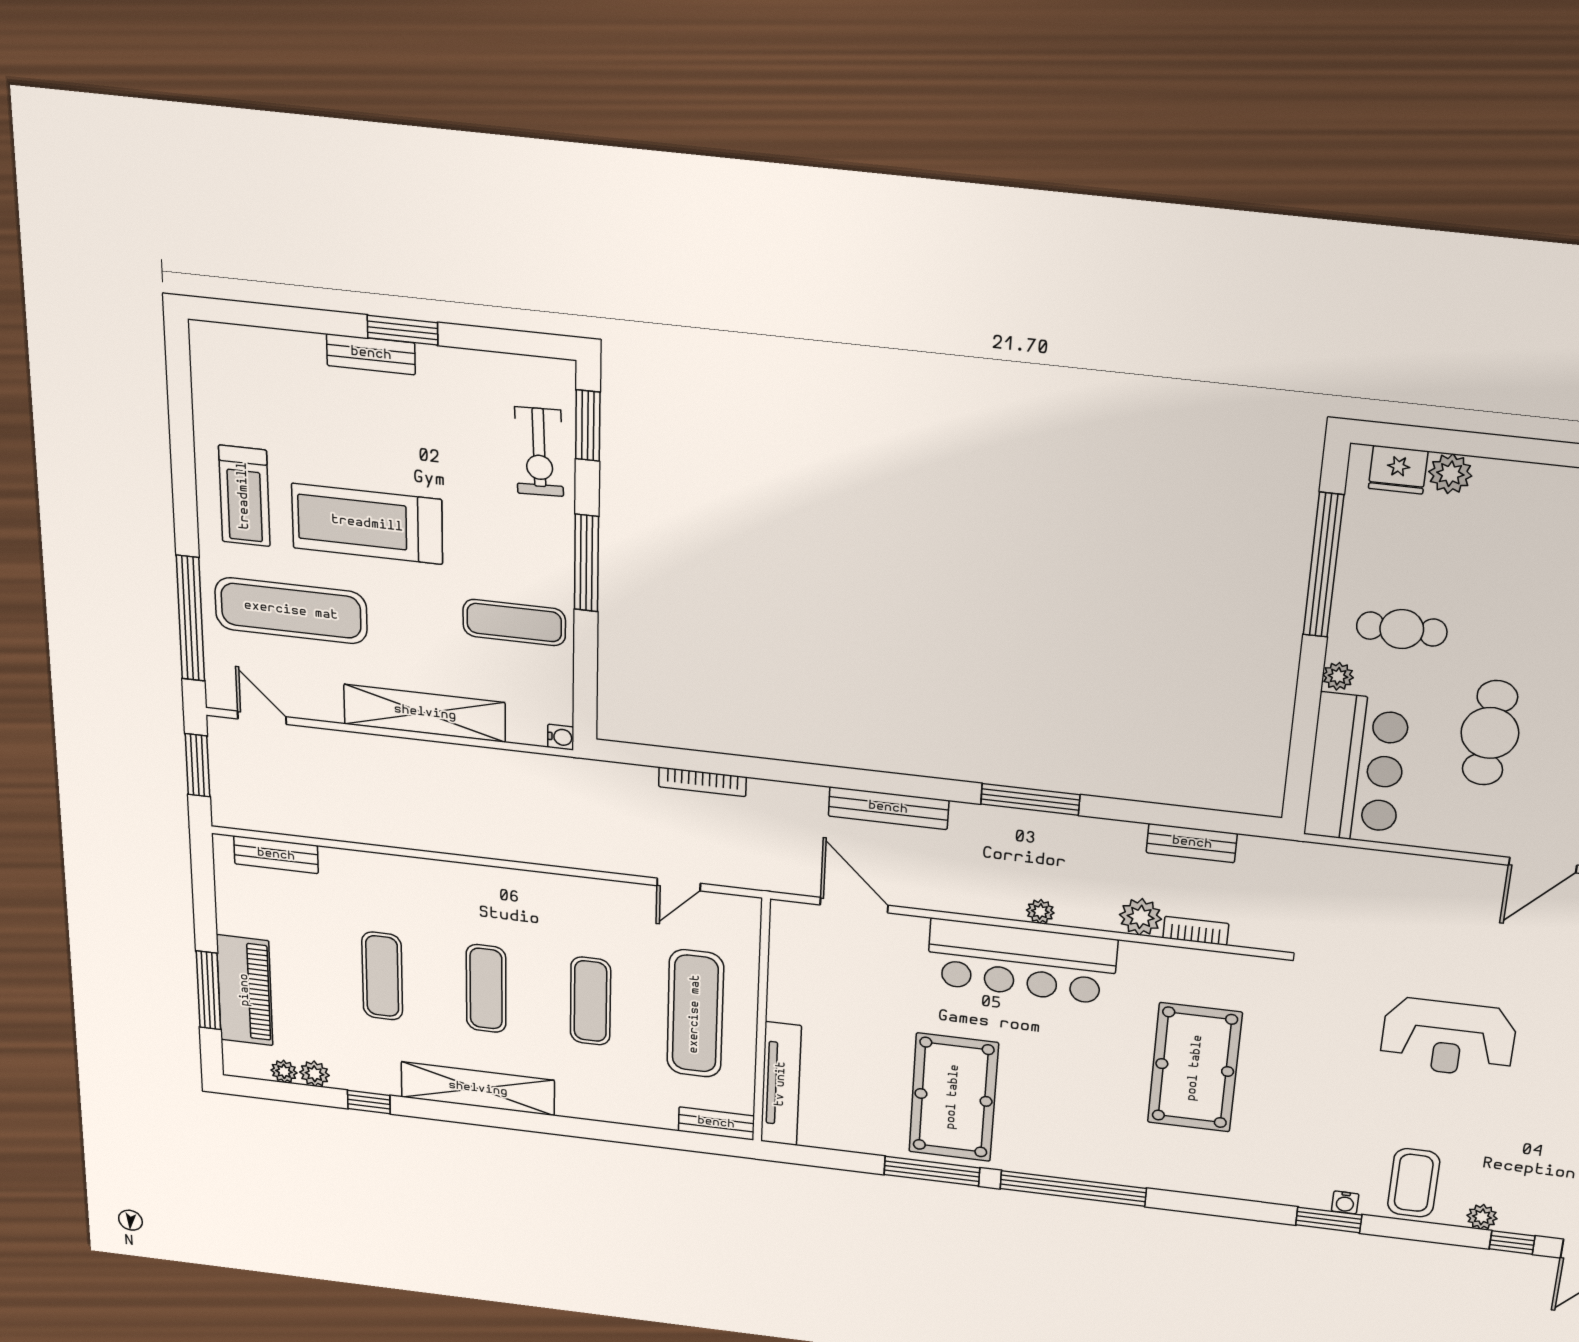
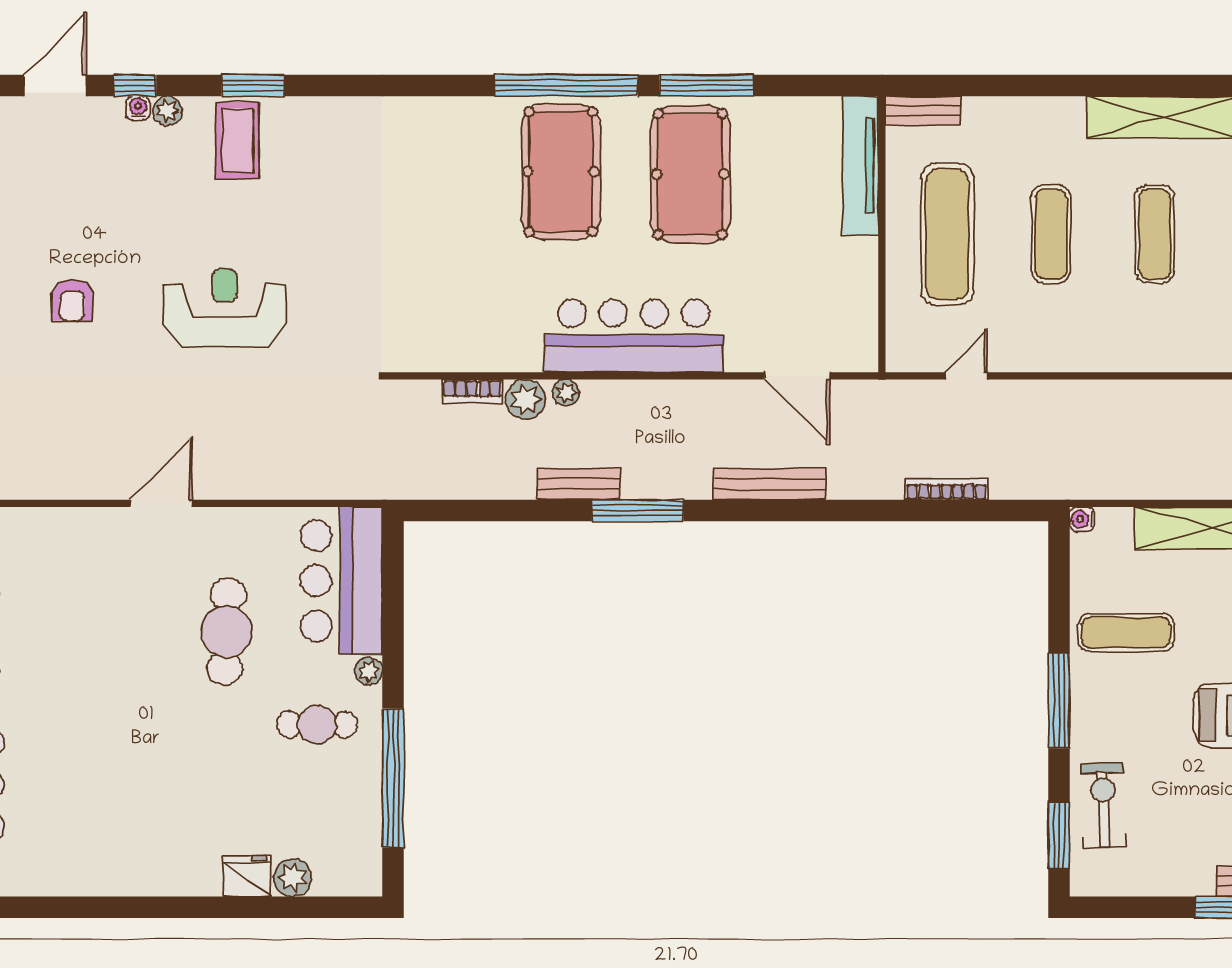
fridge: (1398, 470) -> (247, 876), moved
bench: (1192, 843) -> (578, 484), moved
plant: (1040, 912) -> (566, 393), moved
pool table: (1195, 1068) -> (561, 172), moved
water cooler: (1345, 1202) -> (138, 108), moved
window: (1329, 1220) -> (253, 85), moved

